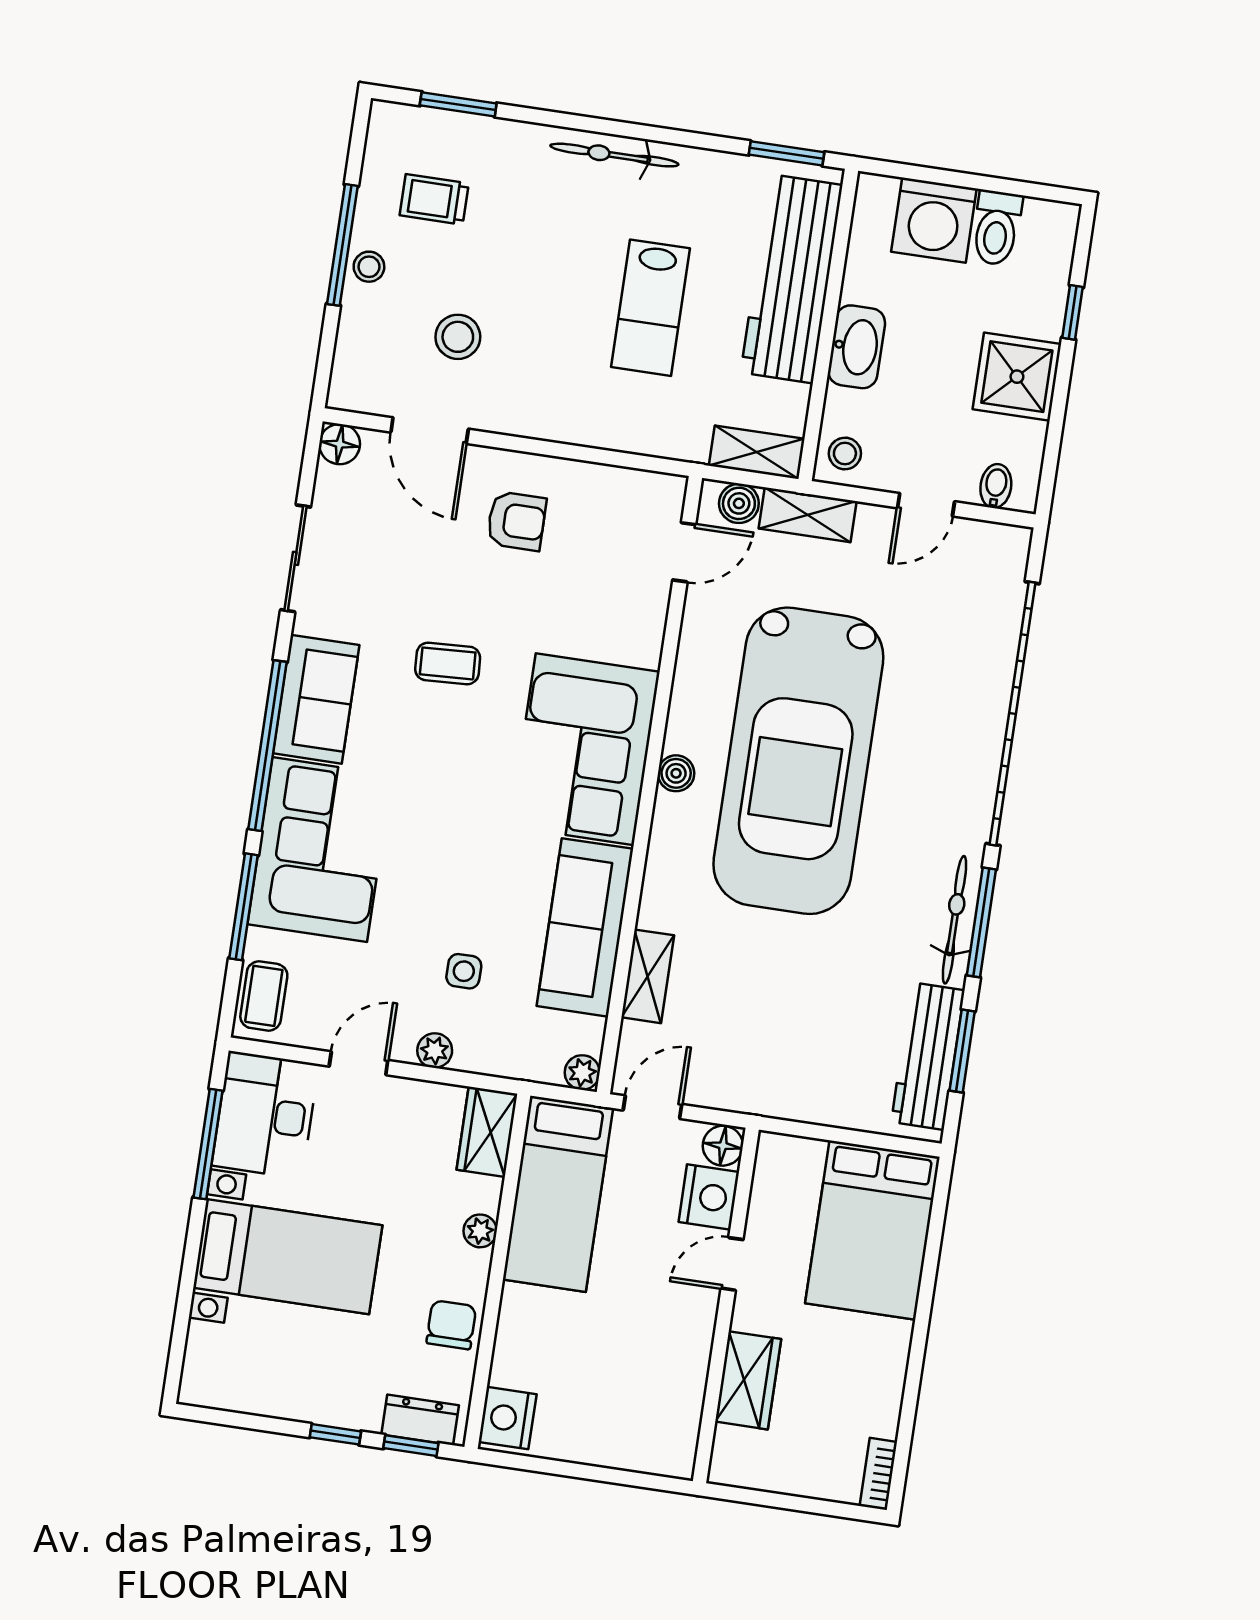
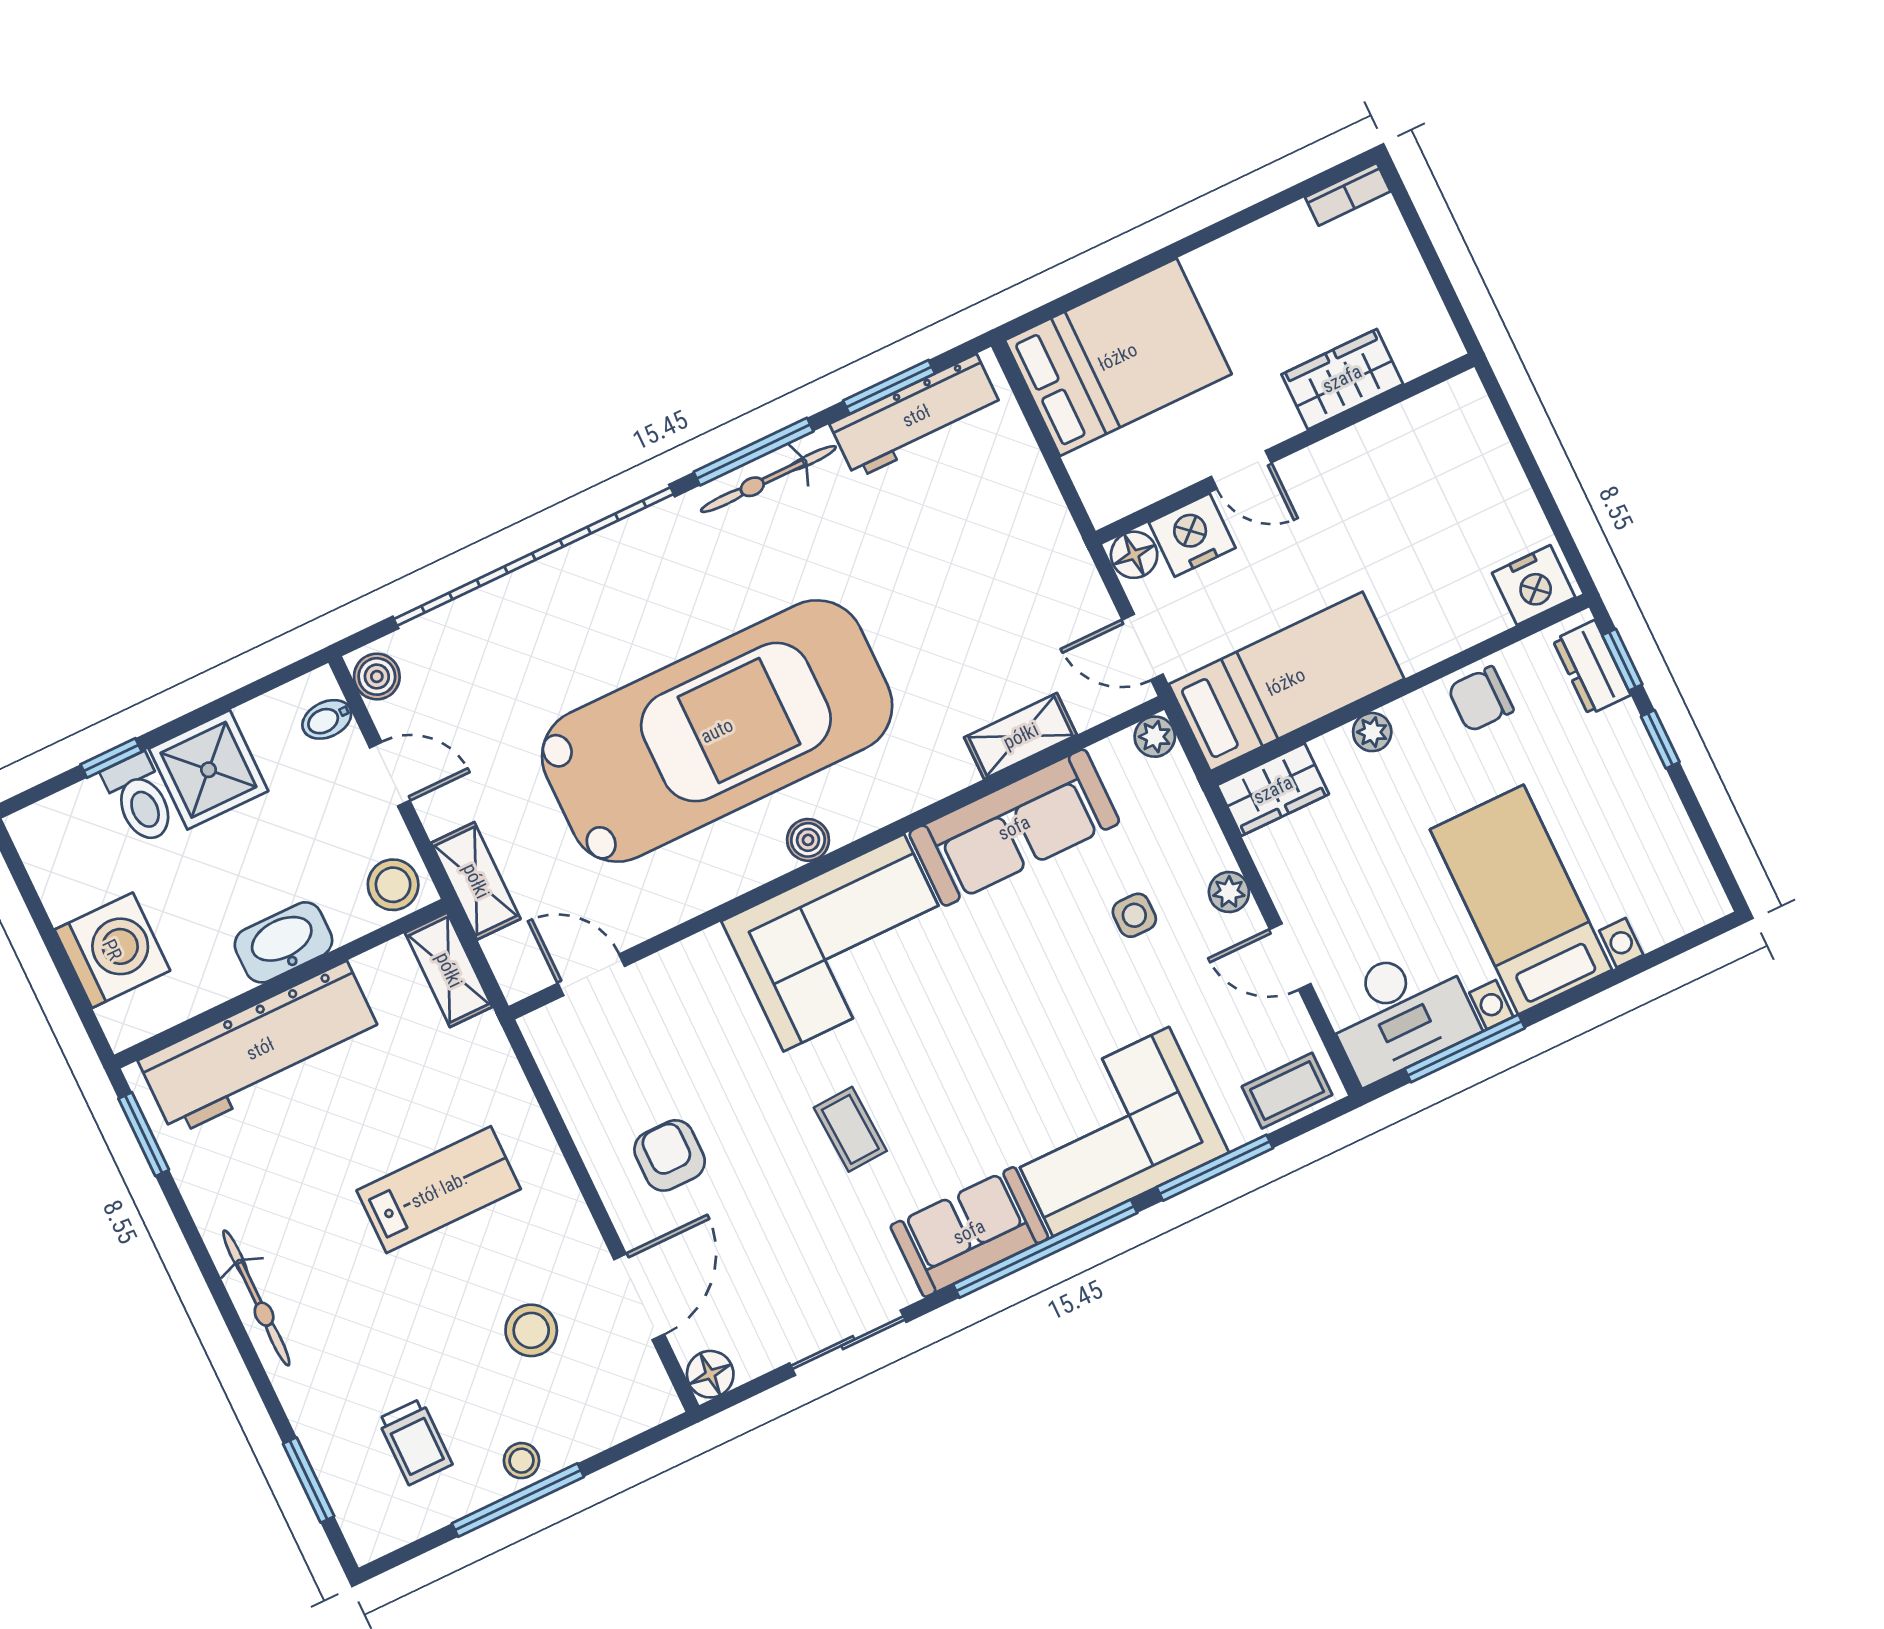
toilet: (997, 228) -> (140, 799), moved, turned 90
lab bench: (651, 308) -> (439, 1190), moved
stool: (845, 453) -> (393, 885), width x1.37, depth x1.37
boiler: (739, 503) -> (377, 676), moved

